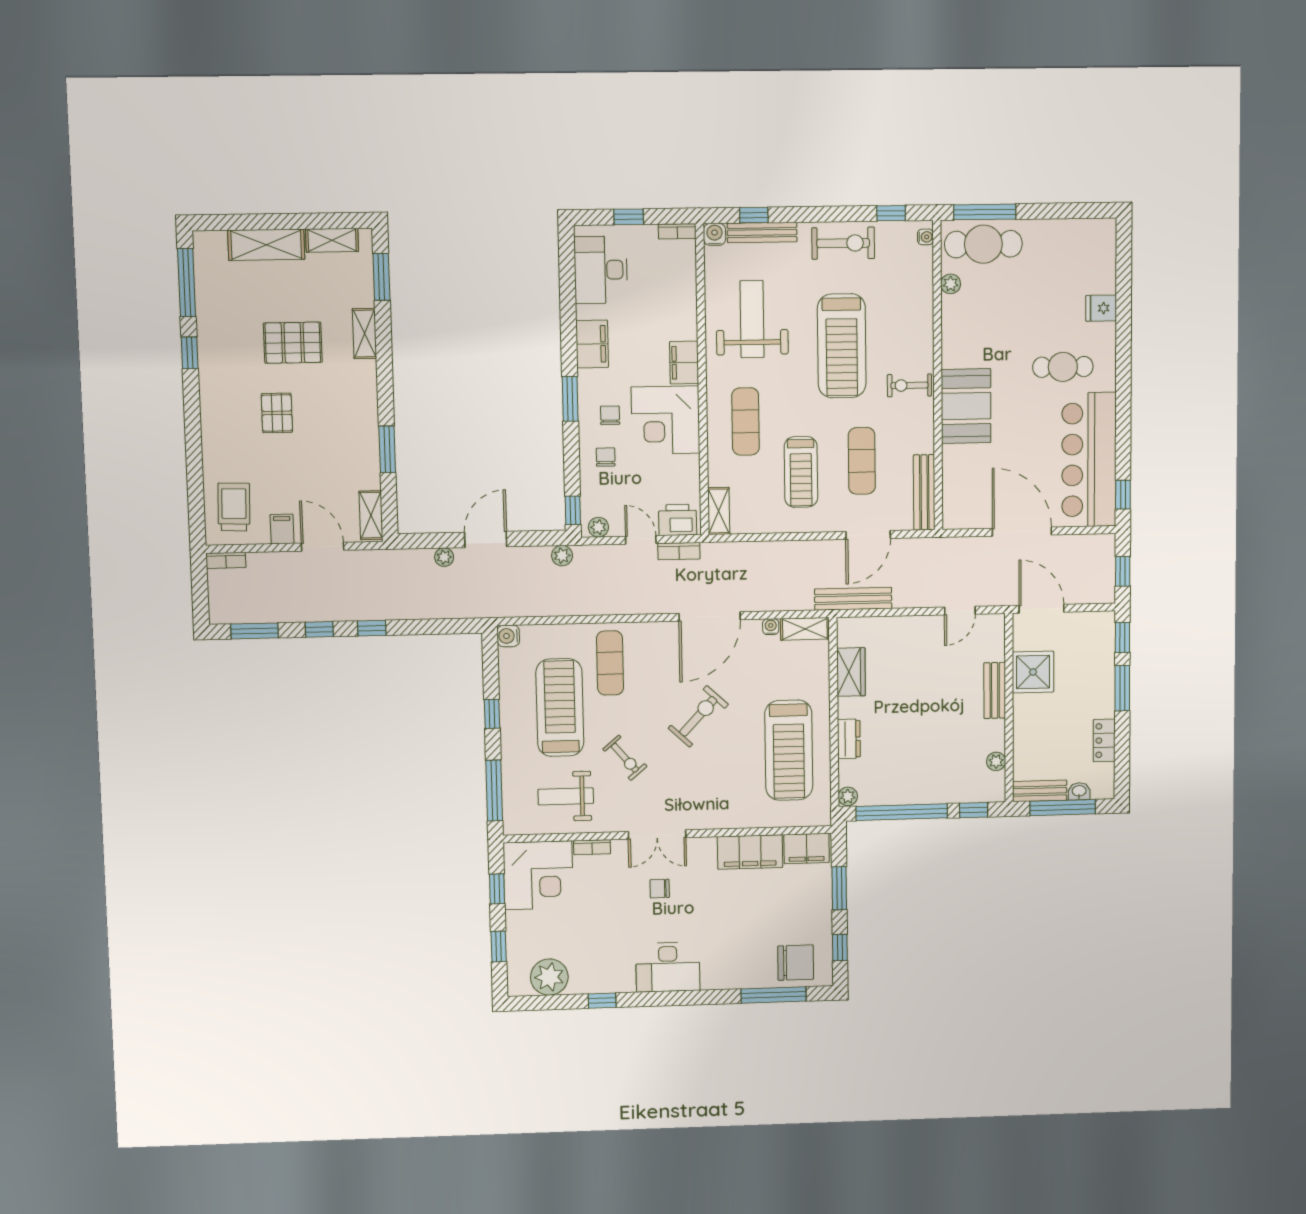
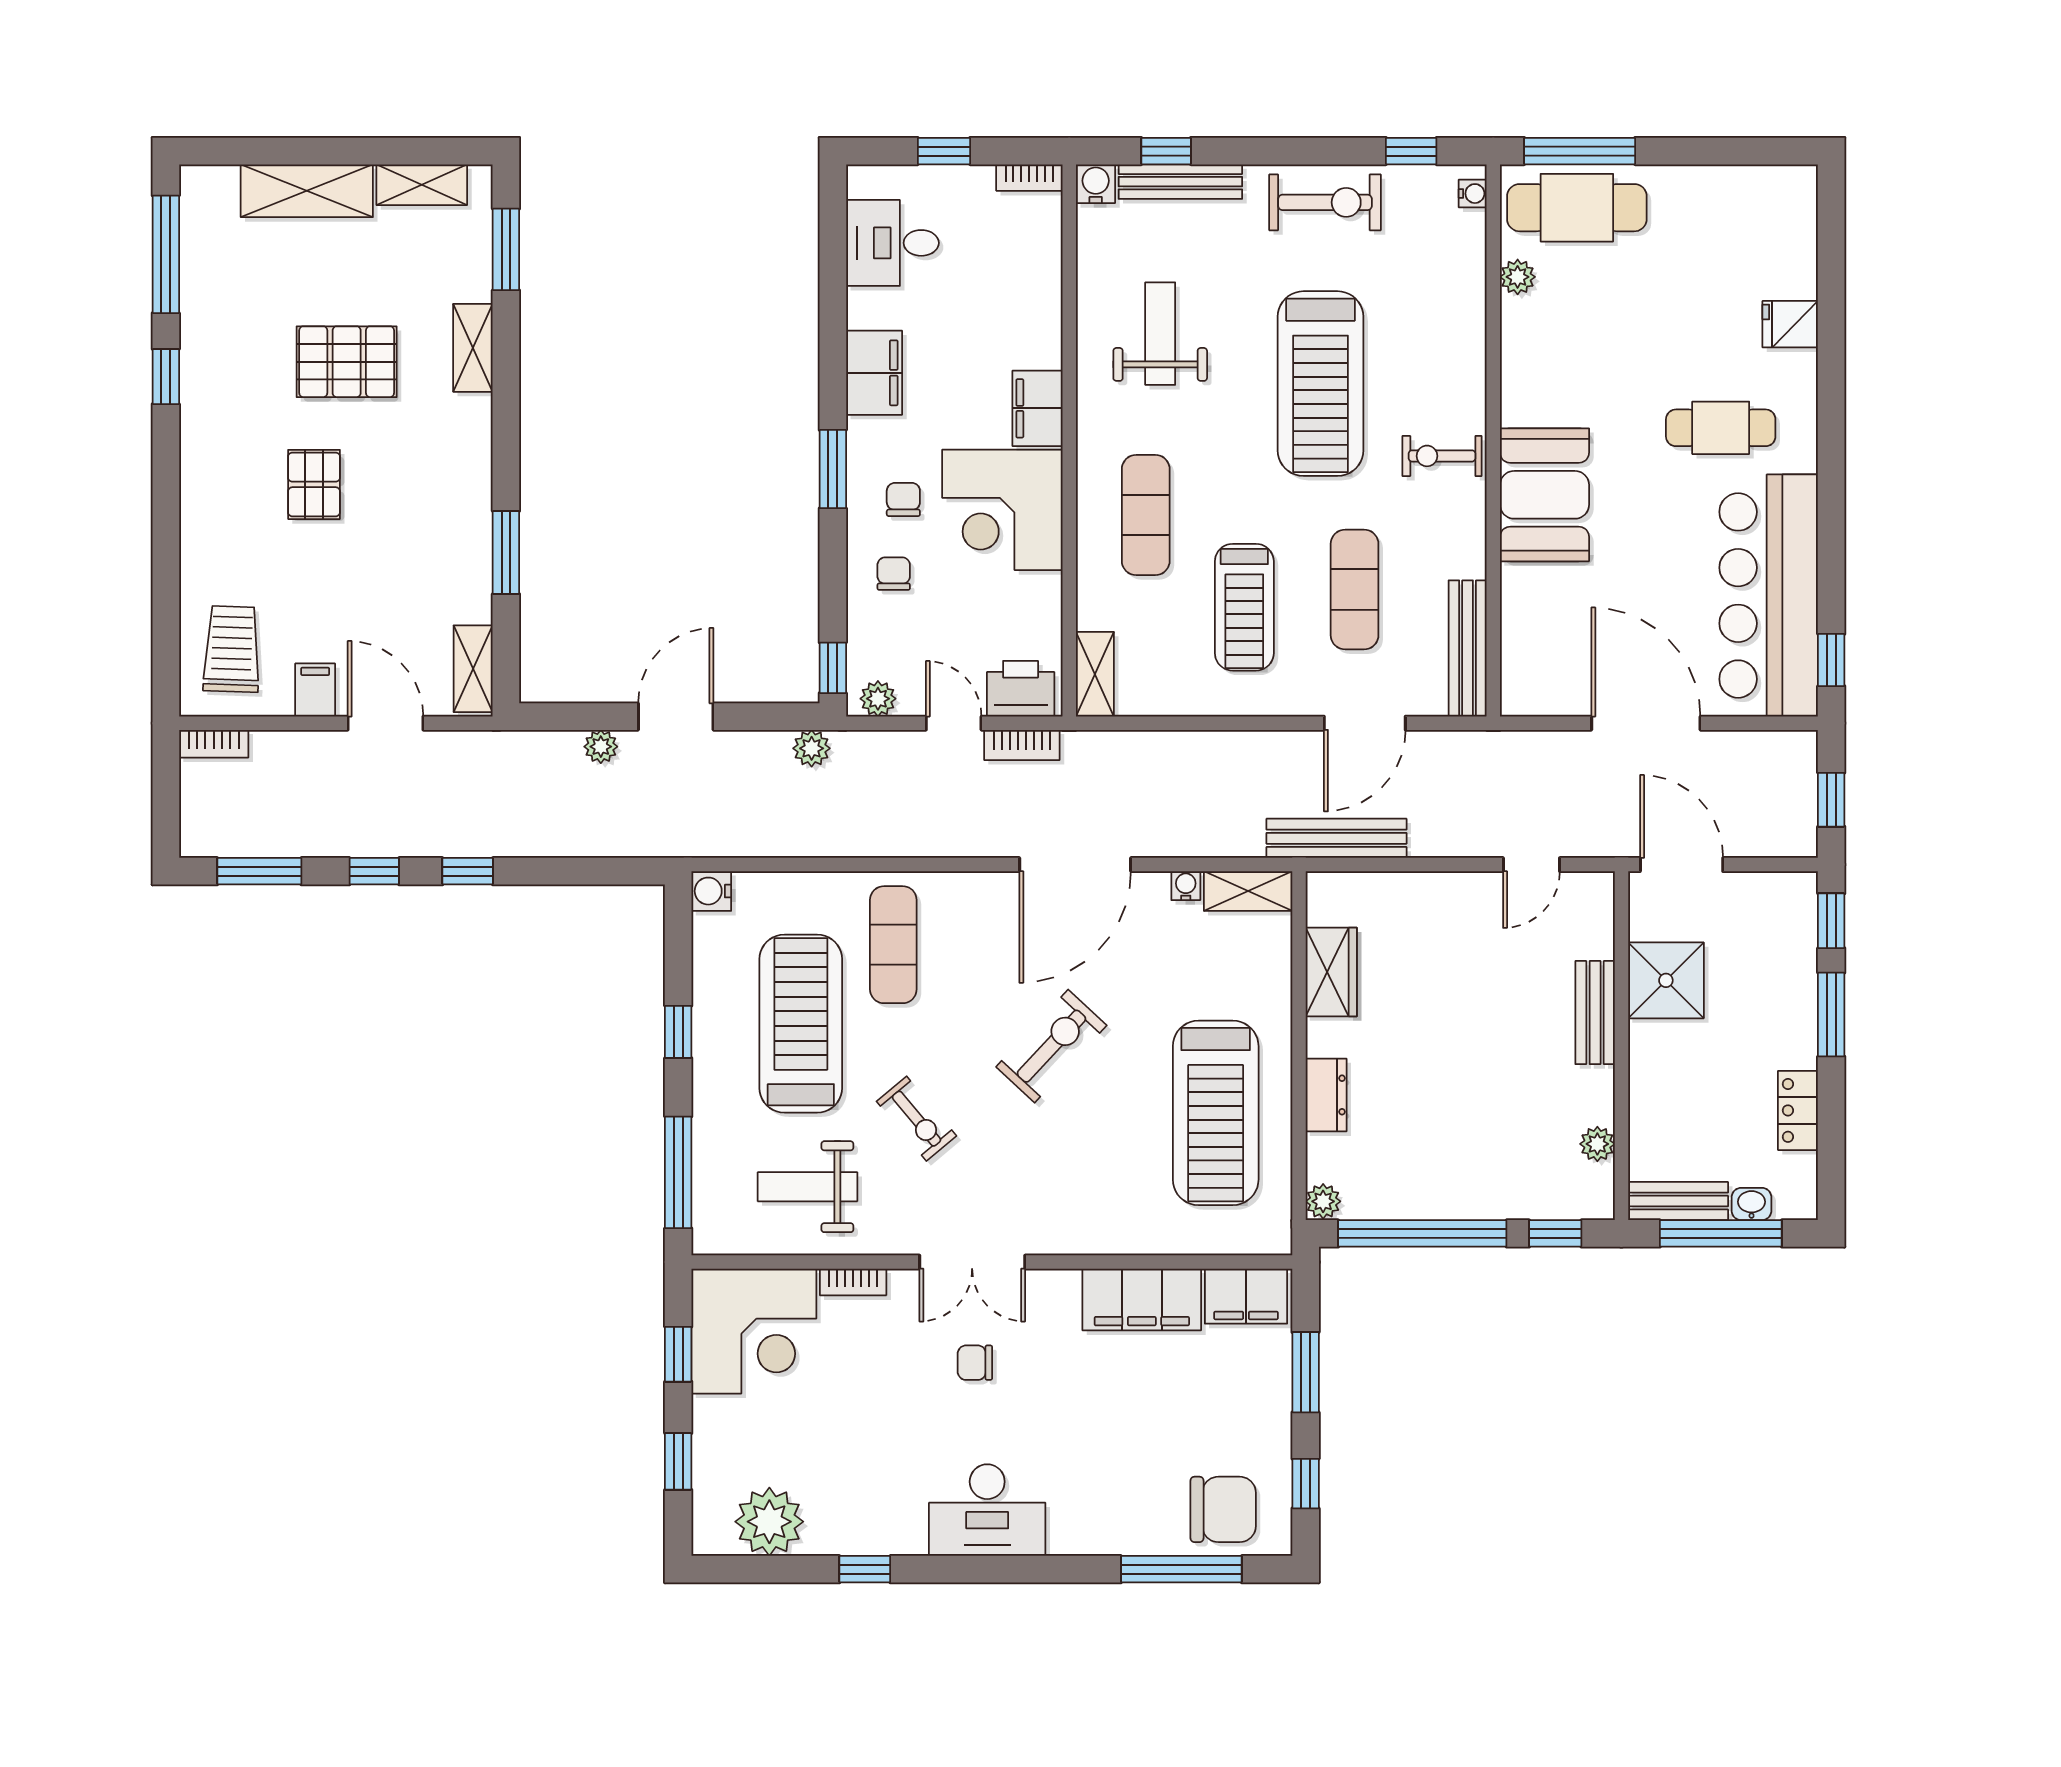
desk: (601, 270) -> (892, 243), width x0.73
weight bench: (752, 319) -> (1160, 334), width x0.73, depth x0.75

